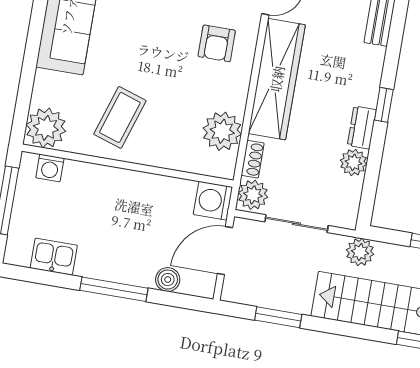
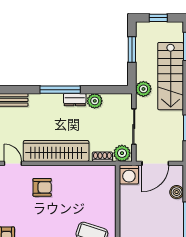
window: (384, 105) -> (60, 90), width x2.17
plant: (222, 131) -> (90, 176), removed
door: (225, 251) -> (155, 163), hinge flipped

